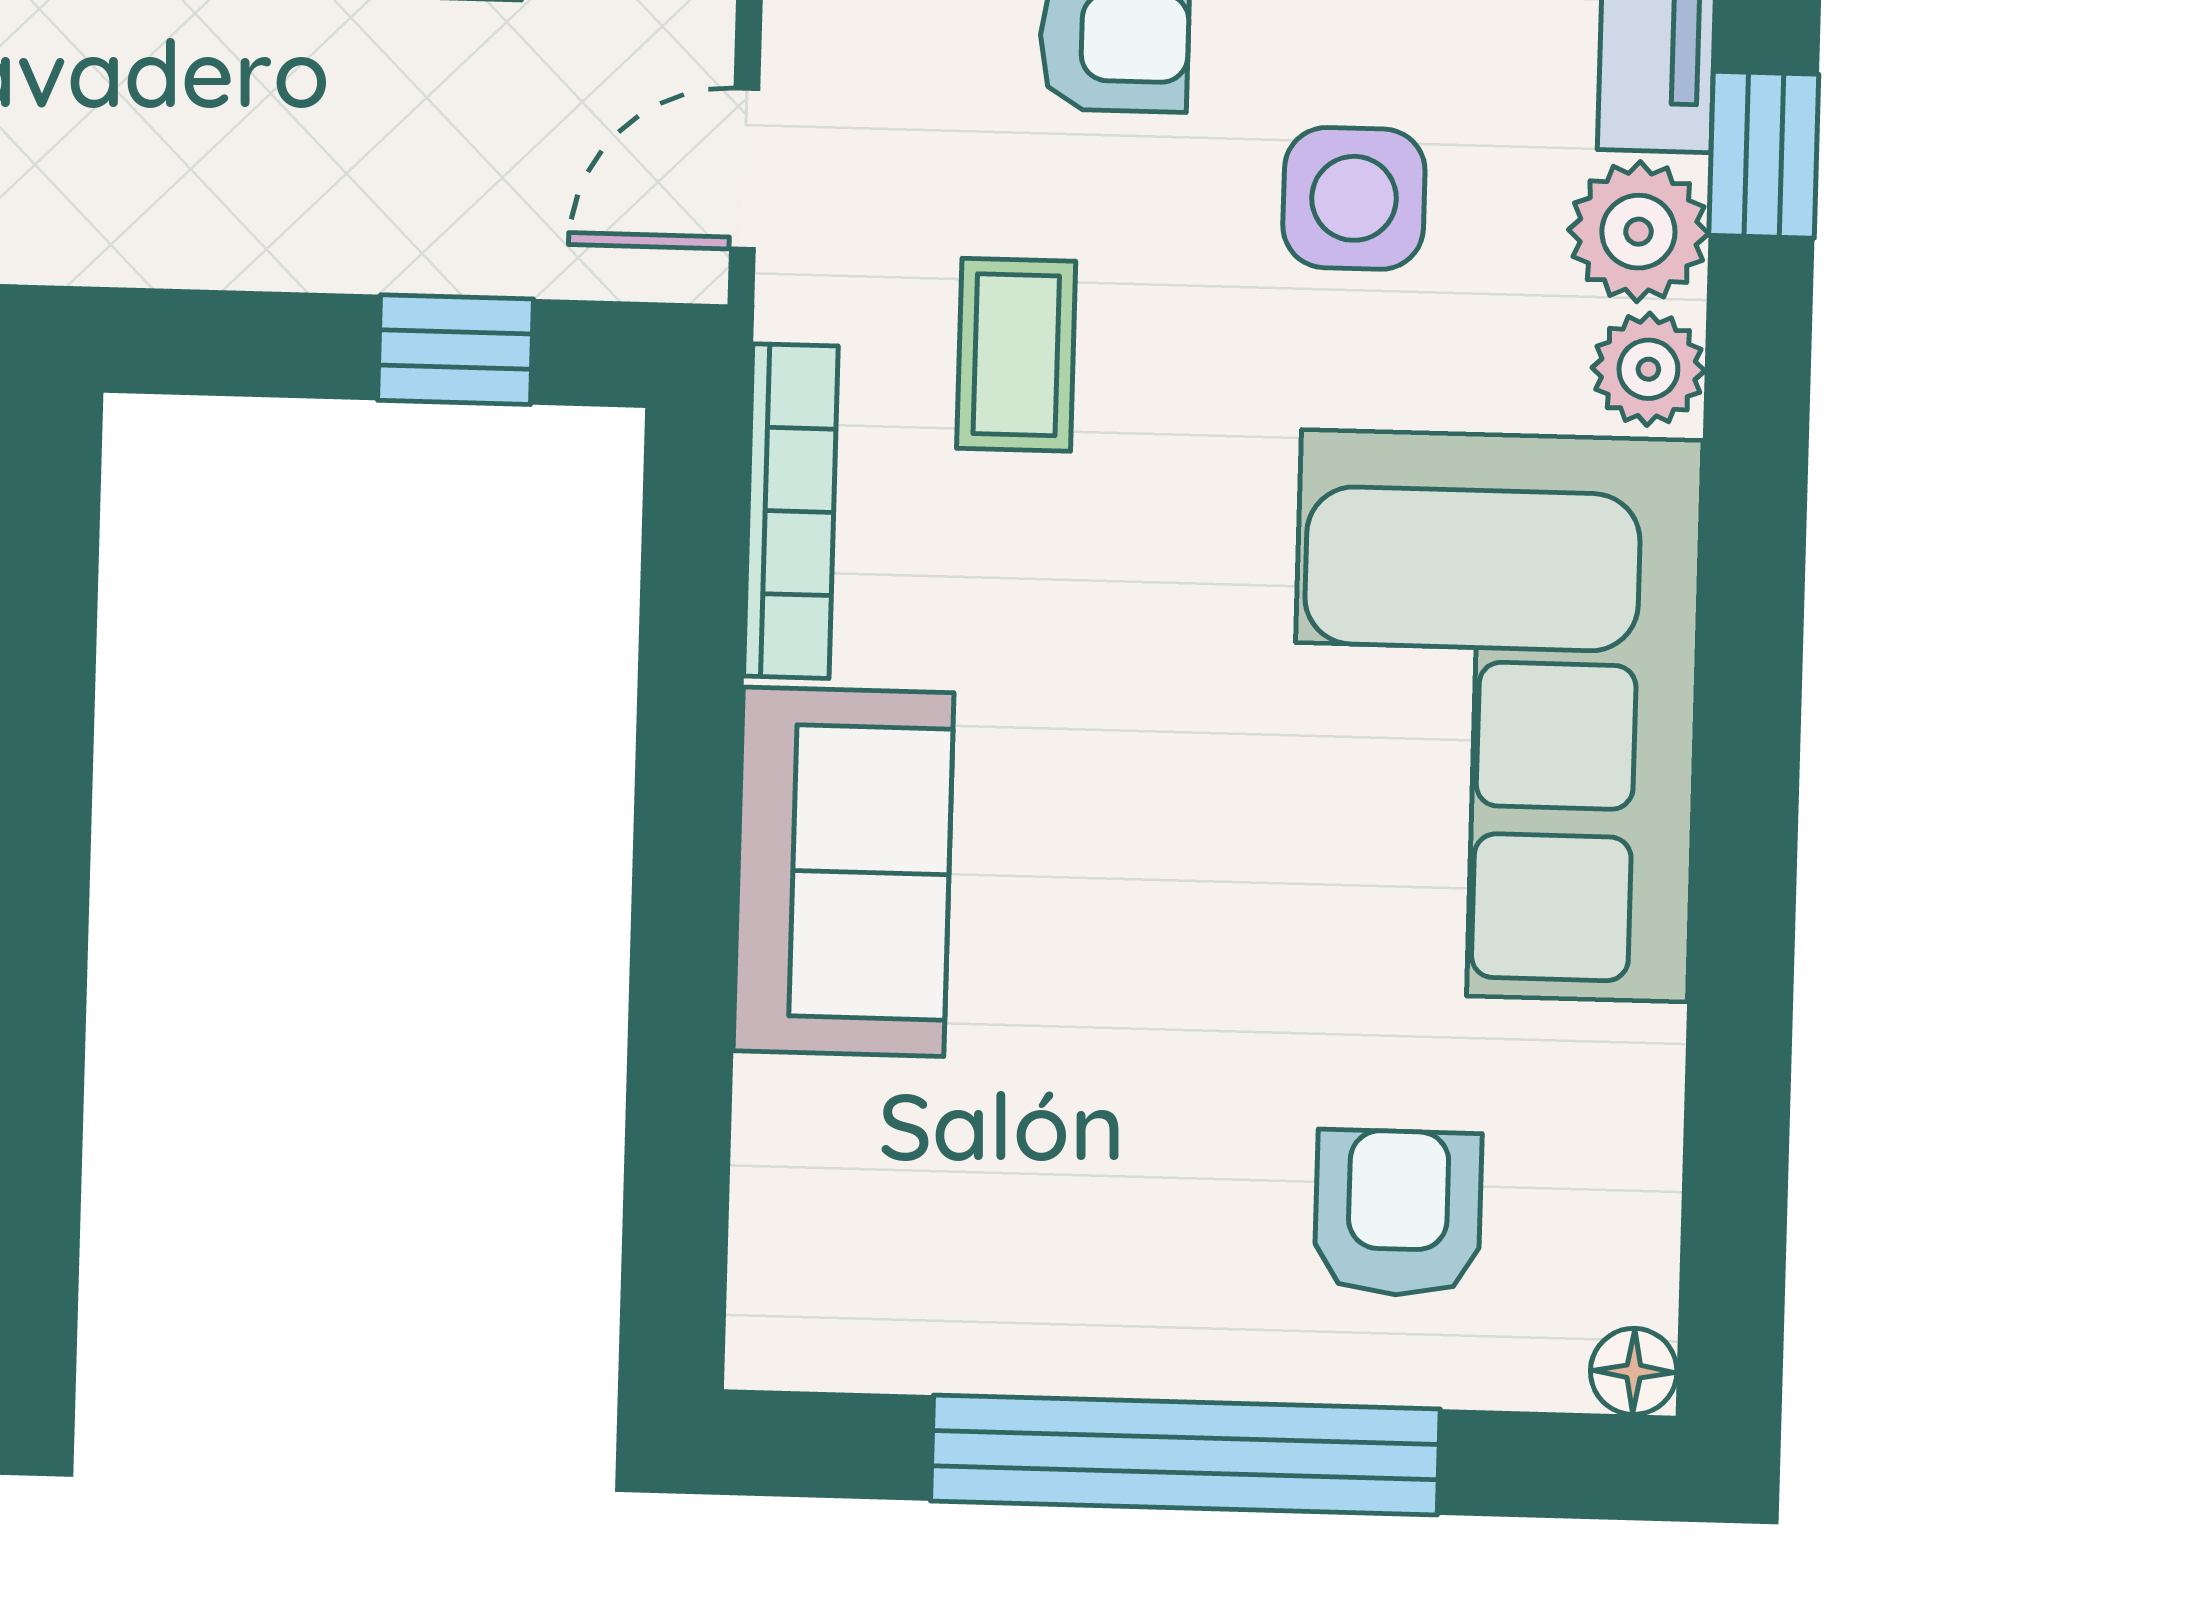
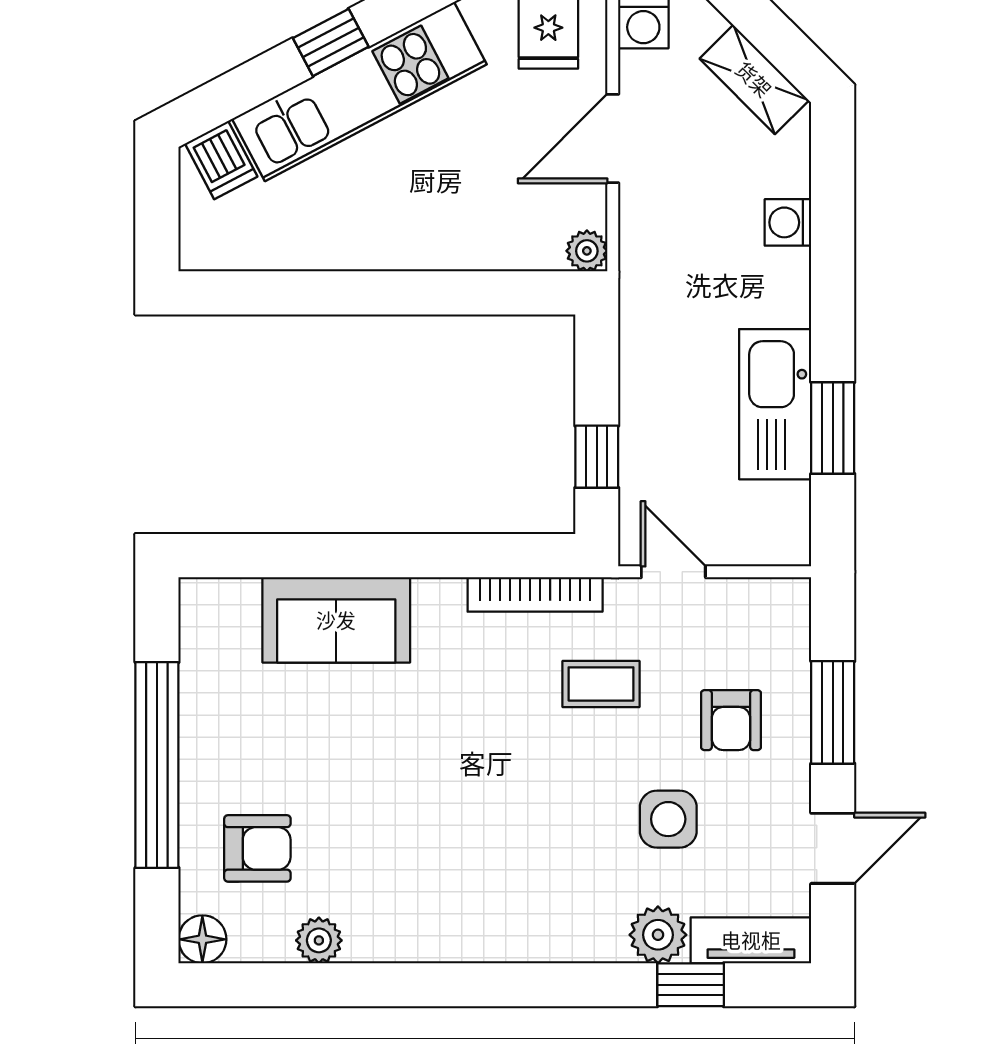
plant: (1648, 369) -> (319, 940), moved
corner sofa: (1494, 716) -> (460, 882), removed
sofa: (844, 872) -> (336, 620), moved
floor lamp: (1634, 1371) -> (202, 939), width x1.37, depth x1.37

